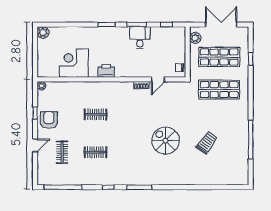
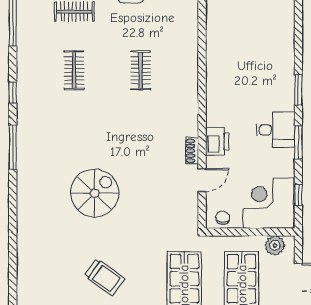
desk: (140, 38) -> (276, 130), moved
corner desk: (74, 63) -> (268, 203), moved, turned -90
printer: (106, 71) -> (217, 142), moved
door: (158, 79) -> (202, 180), swing flipped
trolley: (207, 143) -> (104, 277), moved

